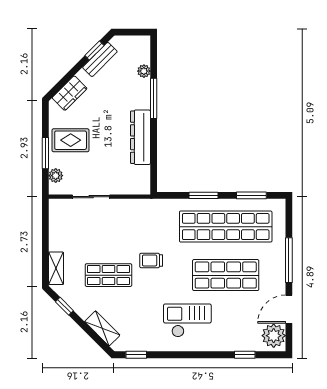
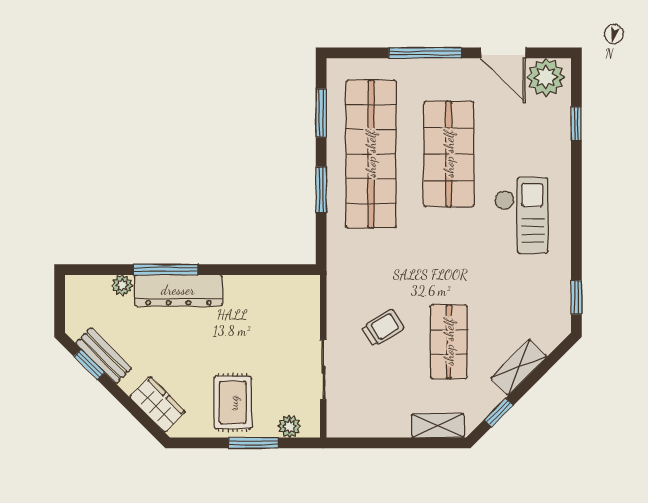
dresser: (141, 137) -> (178, 290), moved
trolley: (151, 260) -> (383, 328), moved, turned -121
checkout: (187, 320) -> (521, 215), turned 180
shelving: (102, 328) -> (519, 367), moved

